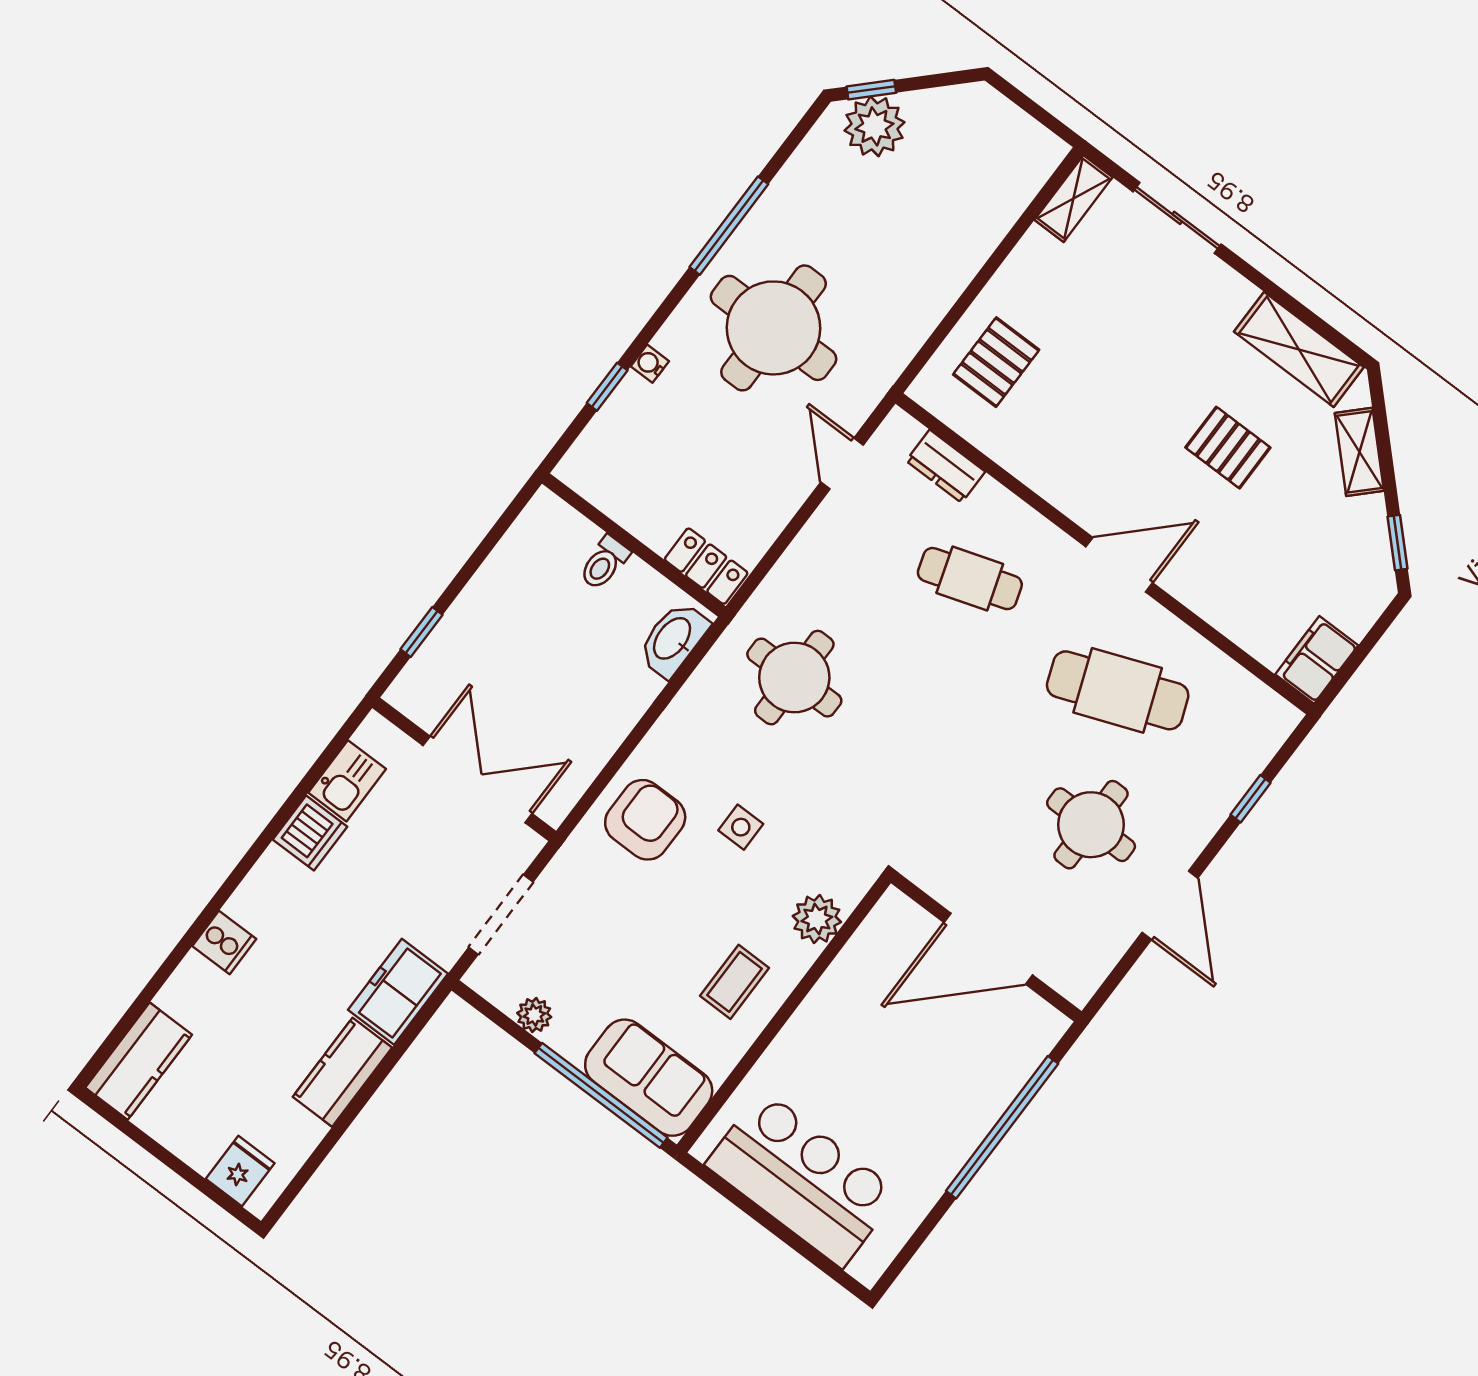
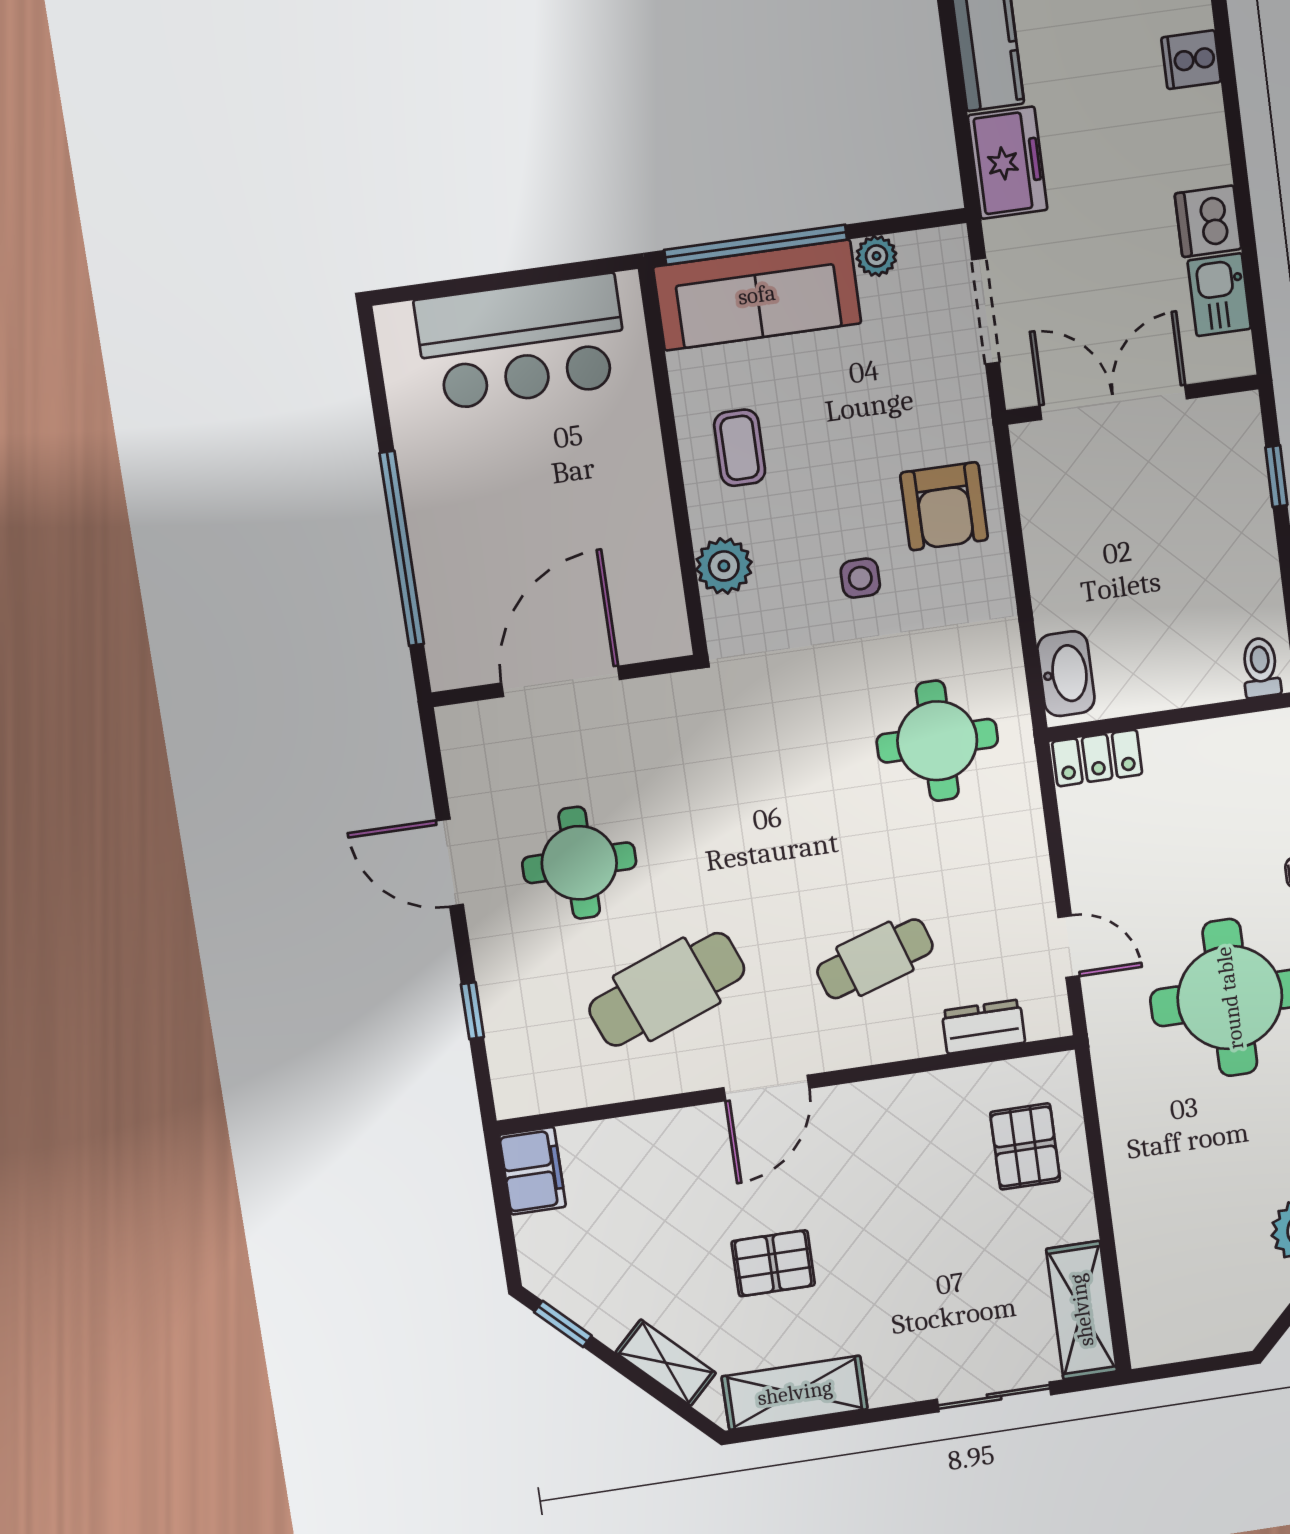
shelving: (1073, 199) -> (1082, 1310), width x1.50, depth x1.33
toilet: (604, 563) -> (1261, 667), moved
double door: (478, 780) -> (1113, 402), swing flipped
sofa: (649, 1078) -> (757, 295), width x1.36

